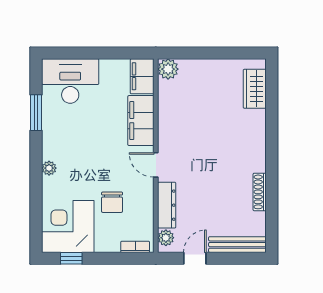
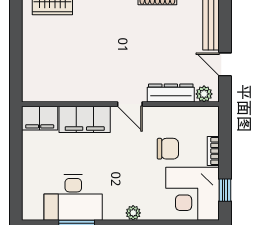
plant: (168, 69) -> (32, 92), removed
desk: (70, 81) -> (73, 197), moved, turned -90
door: (156, 165) -> (130, 104), hinge flipped
bookcase: (135, 247) -> (213, 151), moved

